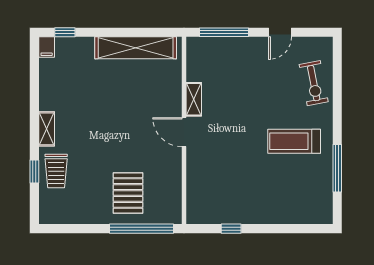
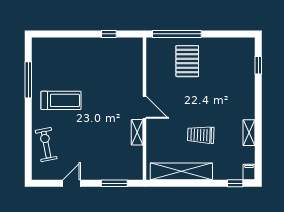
window: (224, 32) -> (114, 183), width x0.69
shelving: (47, 129) -> (249, 133), moved
window: (34, 171) -> (258, 65), moved
trolley: (56, 171) -> (201, 135), moved, turned -88

